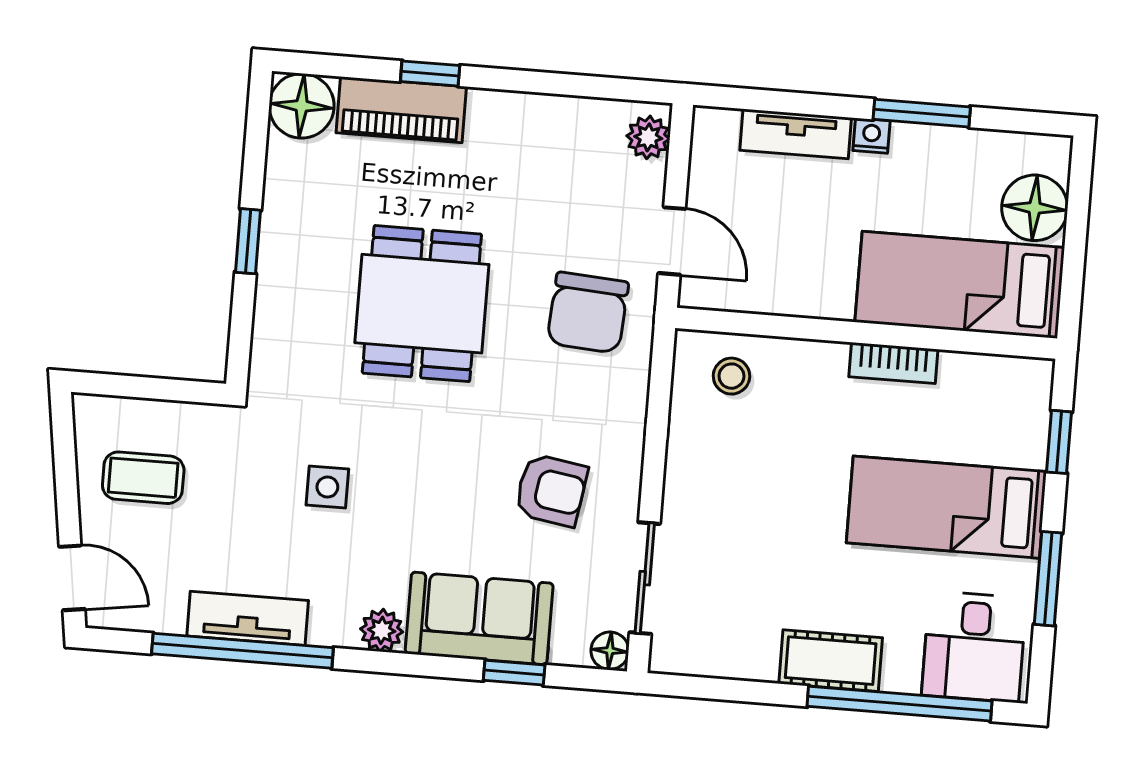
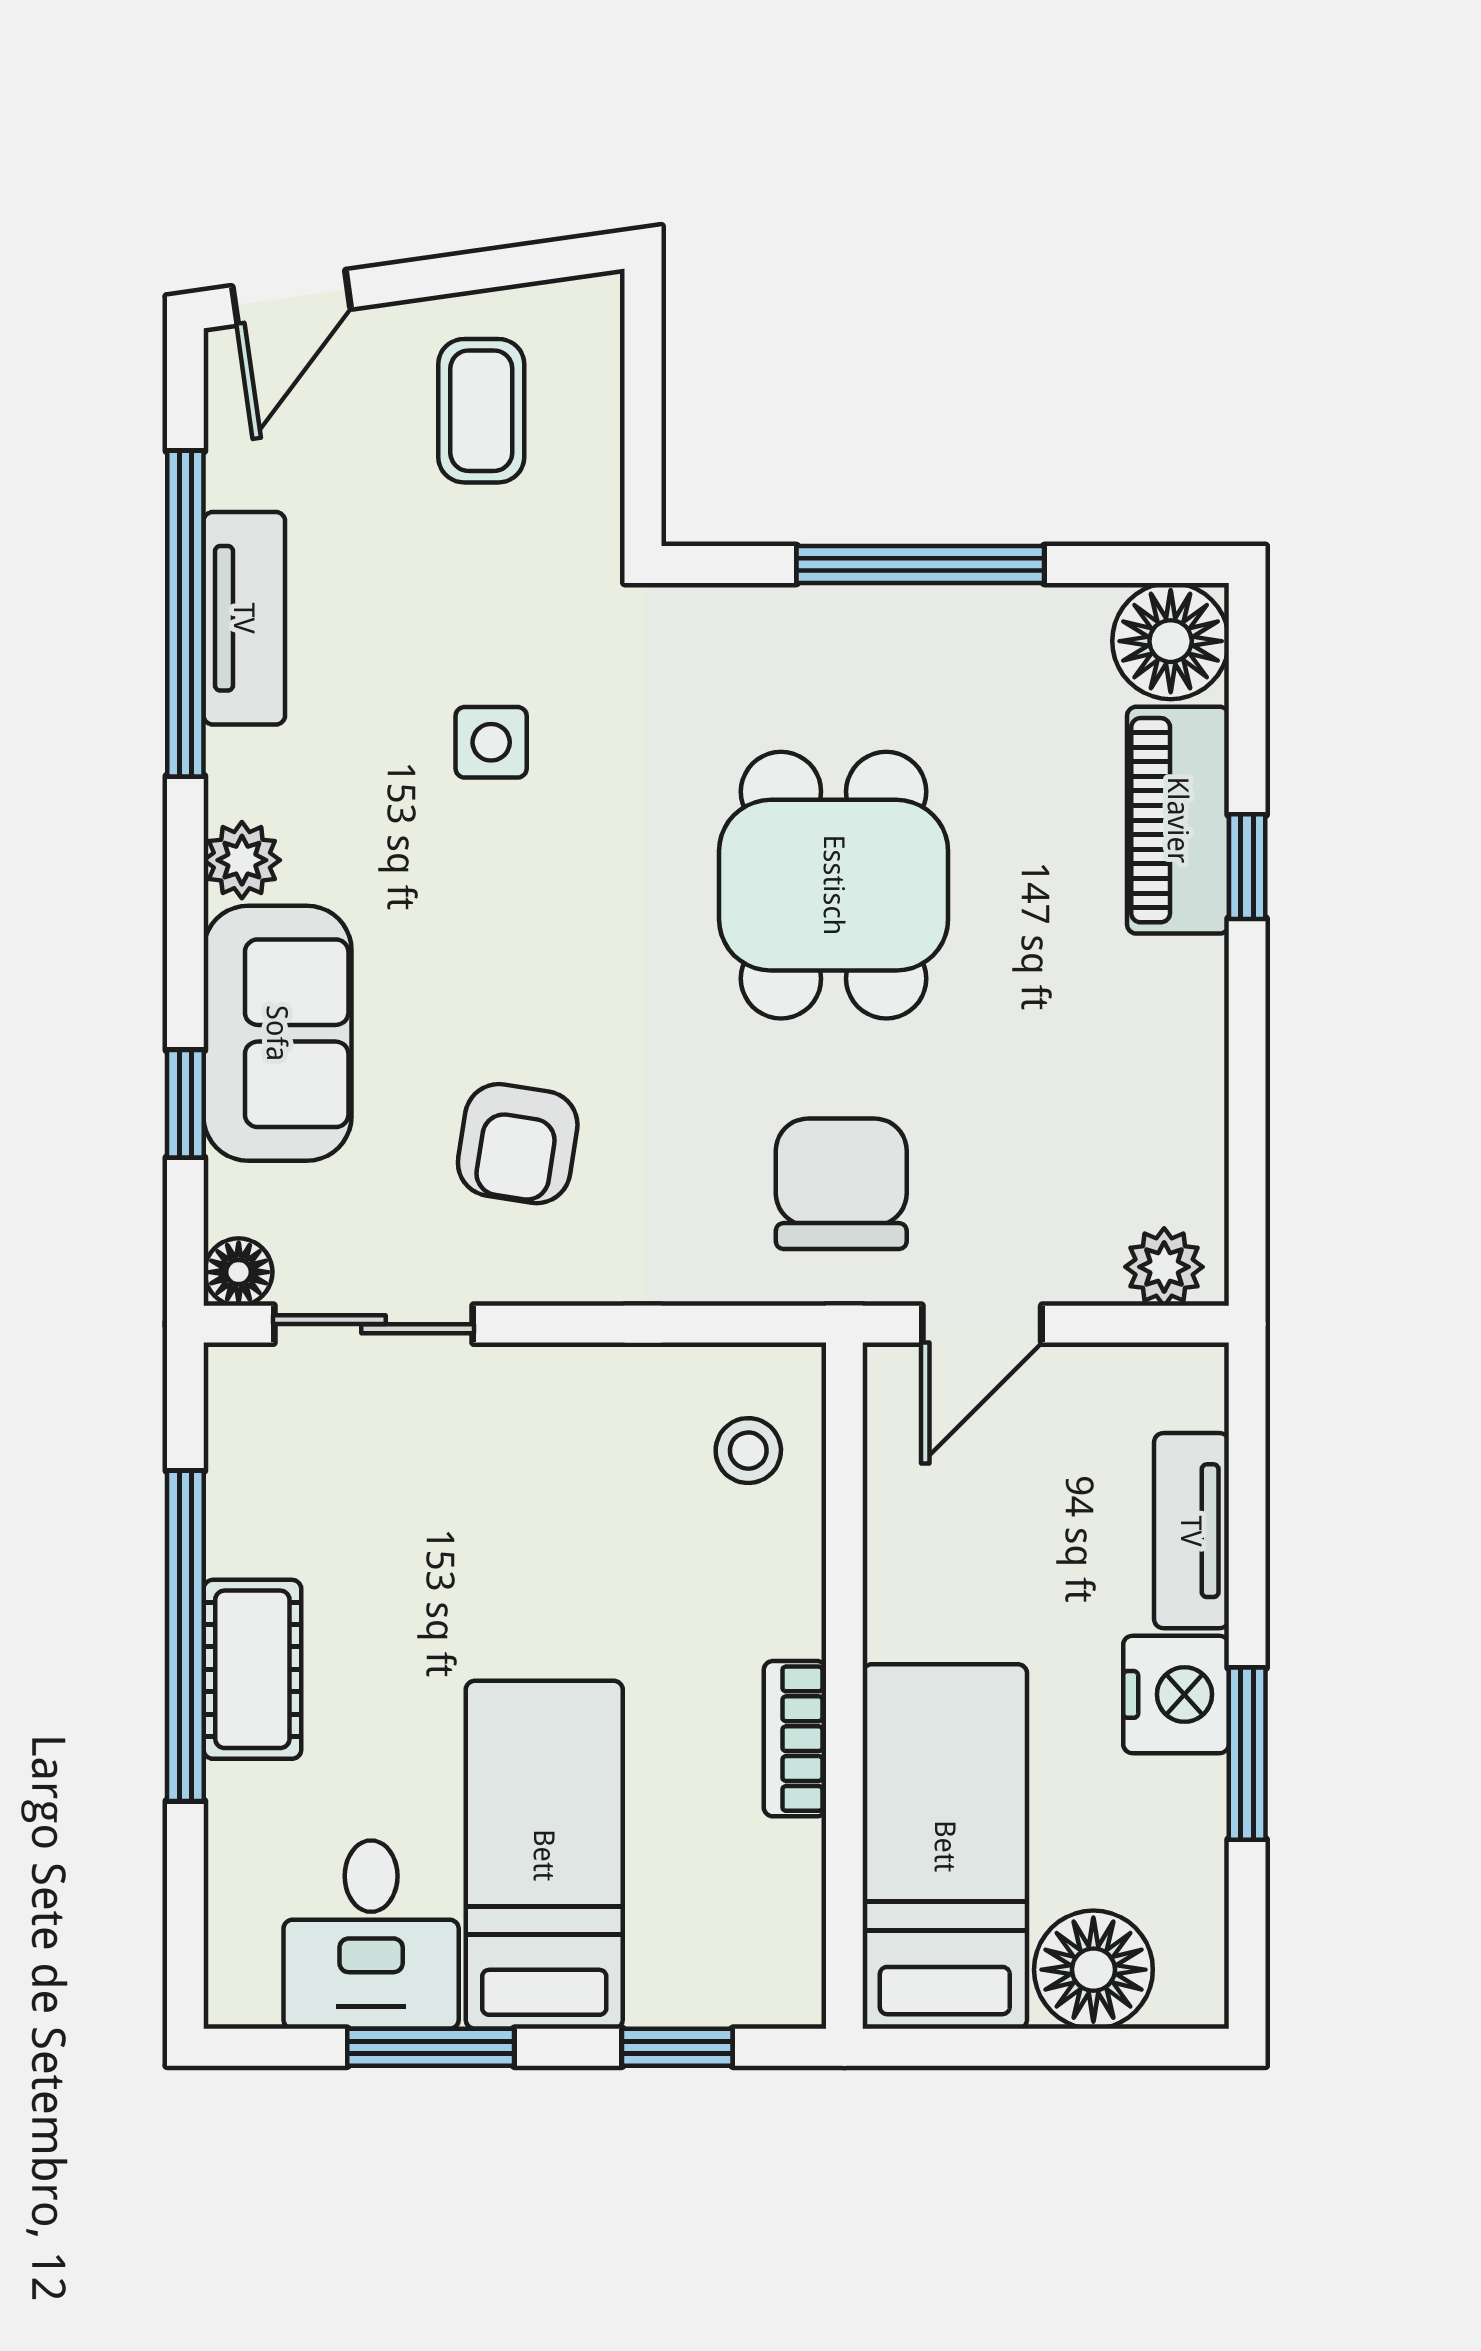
nightstand: (871, 136) -> (1176, 1694), width x1.89, depth x1.79
window: (248, 241) -> (920, 564), width x2.17
dining table: (422, 304) -> (834, 885), turned 90
chair: (588, 313) -> (841, 1184), turned 86
desk: (974, 647) -> (371, 1935), moved, turned -90
window: (900, 704) -> (185, 1636), moved

